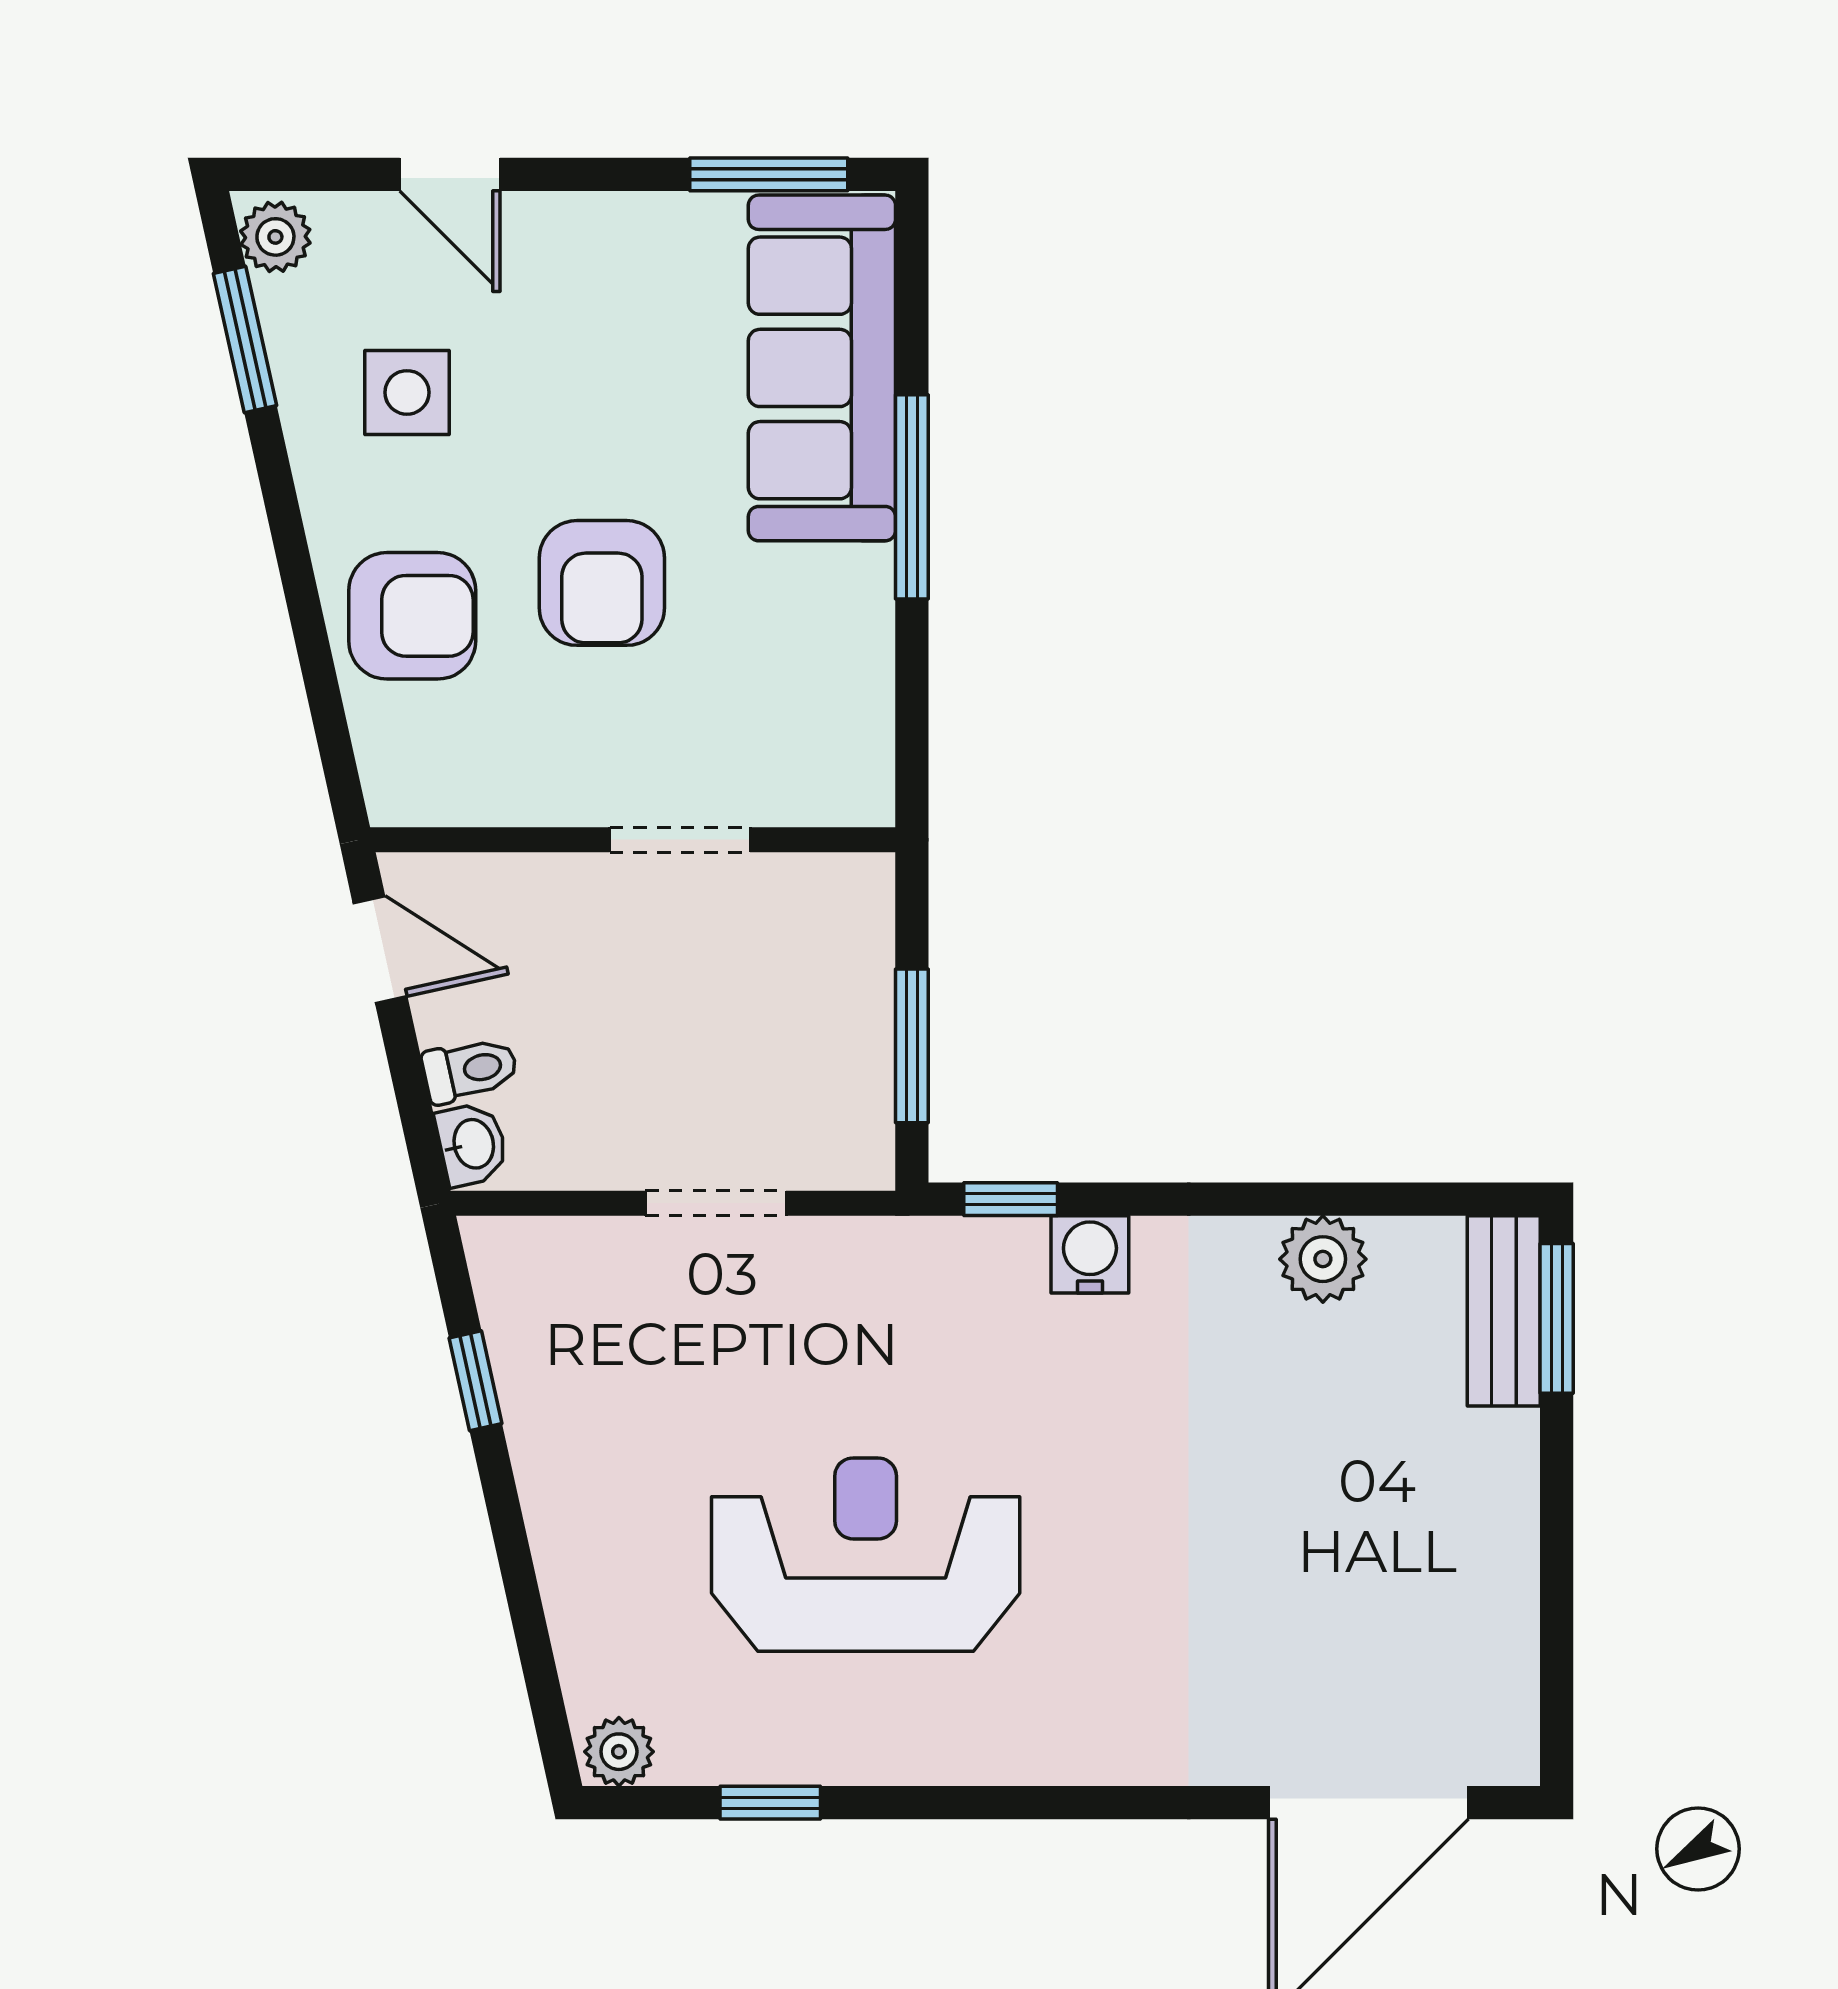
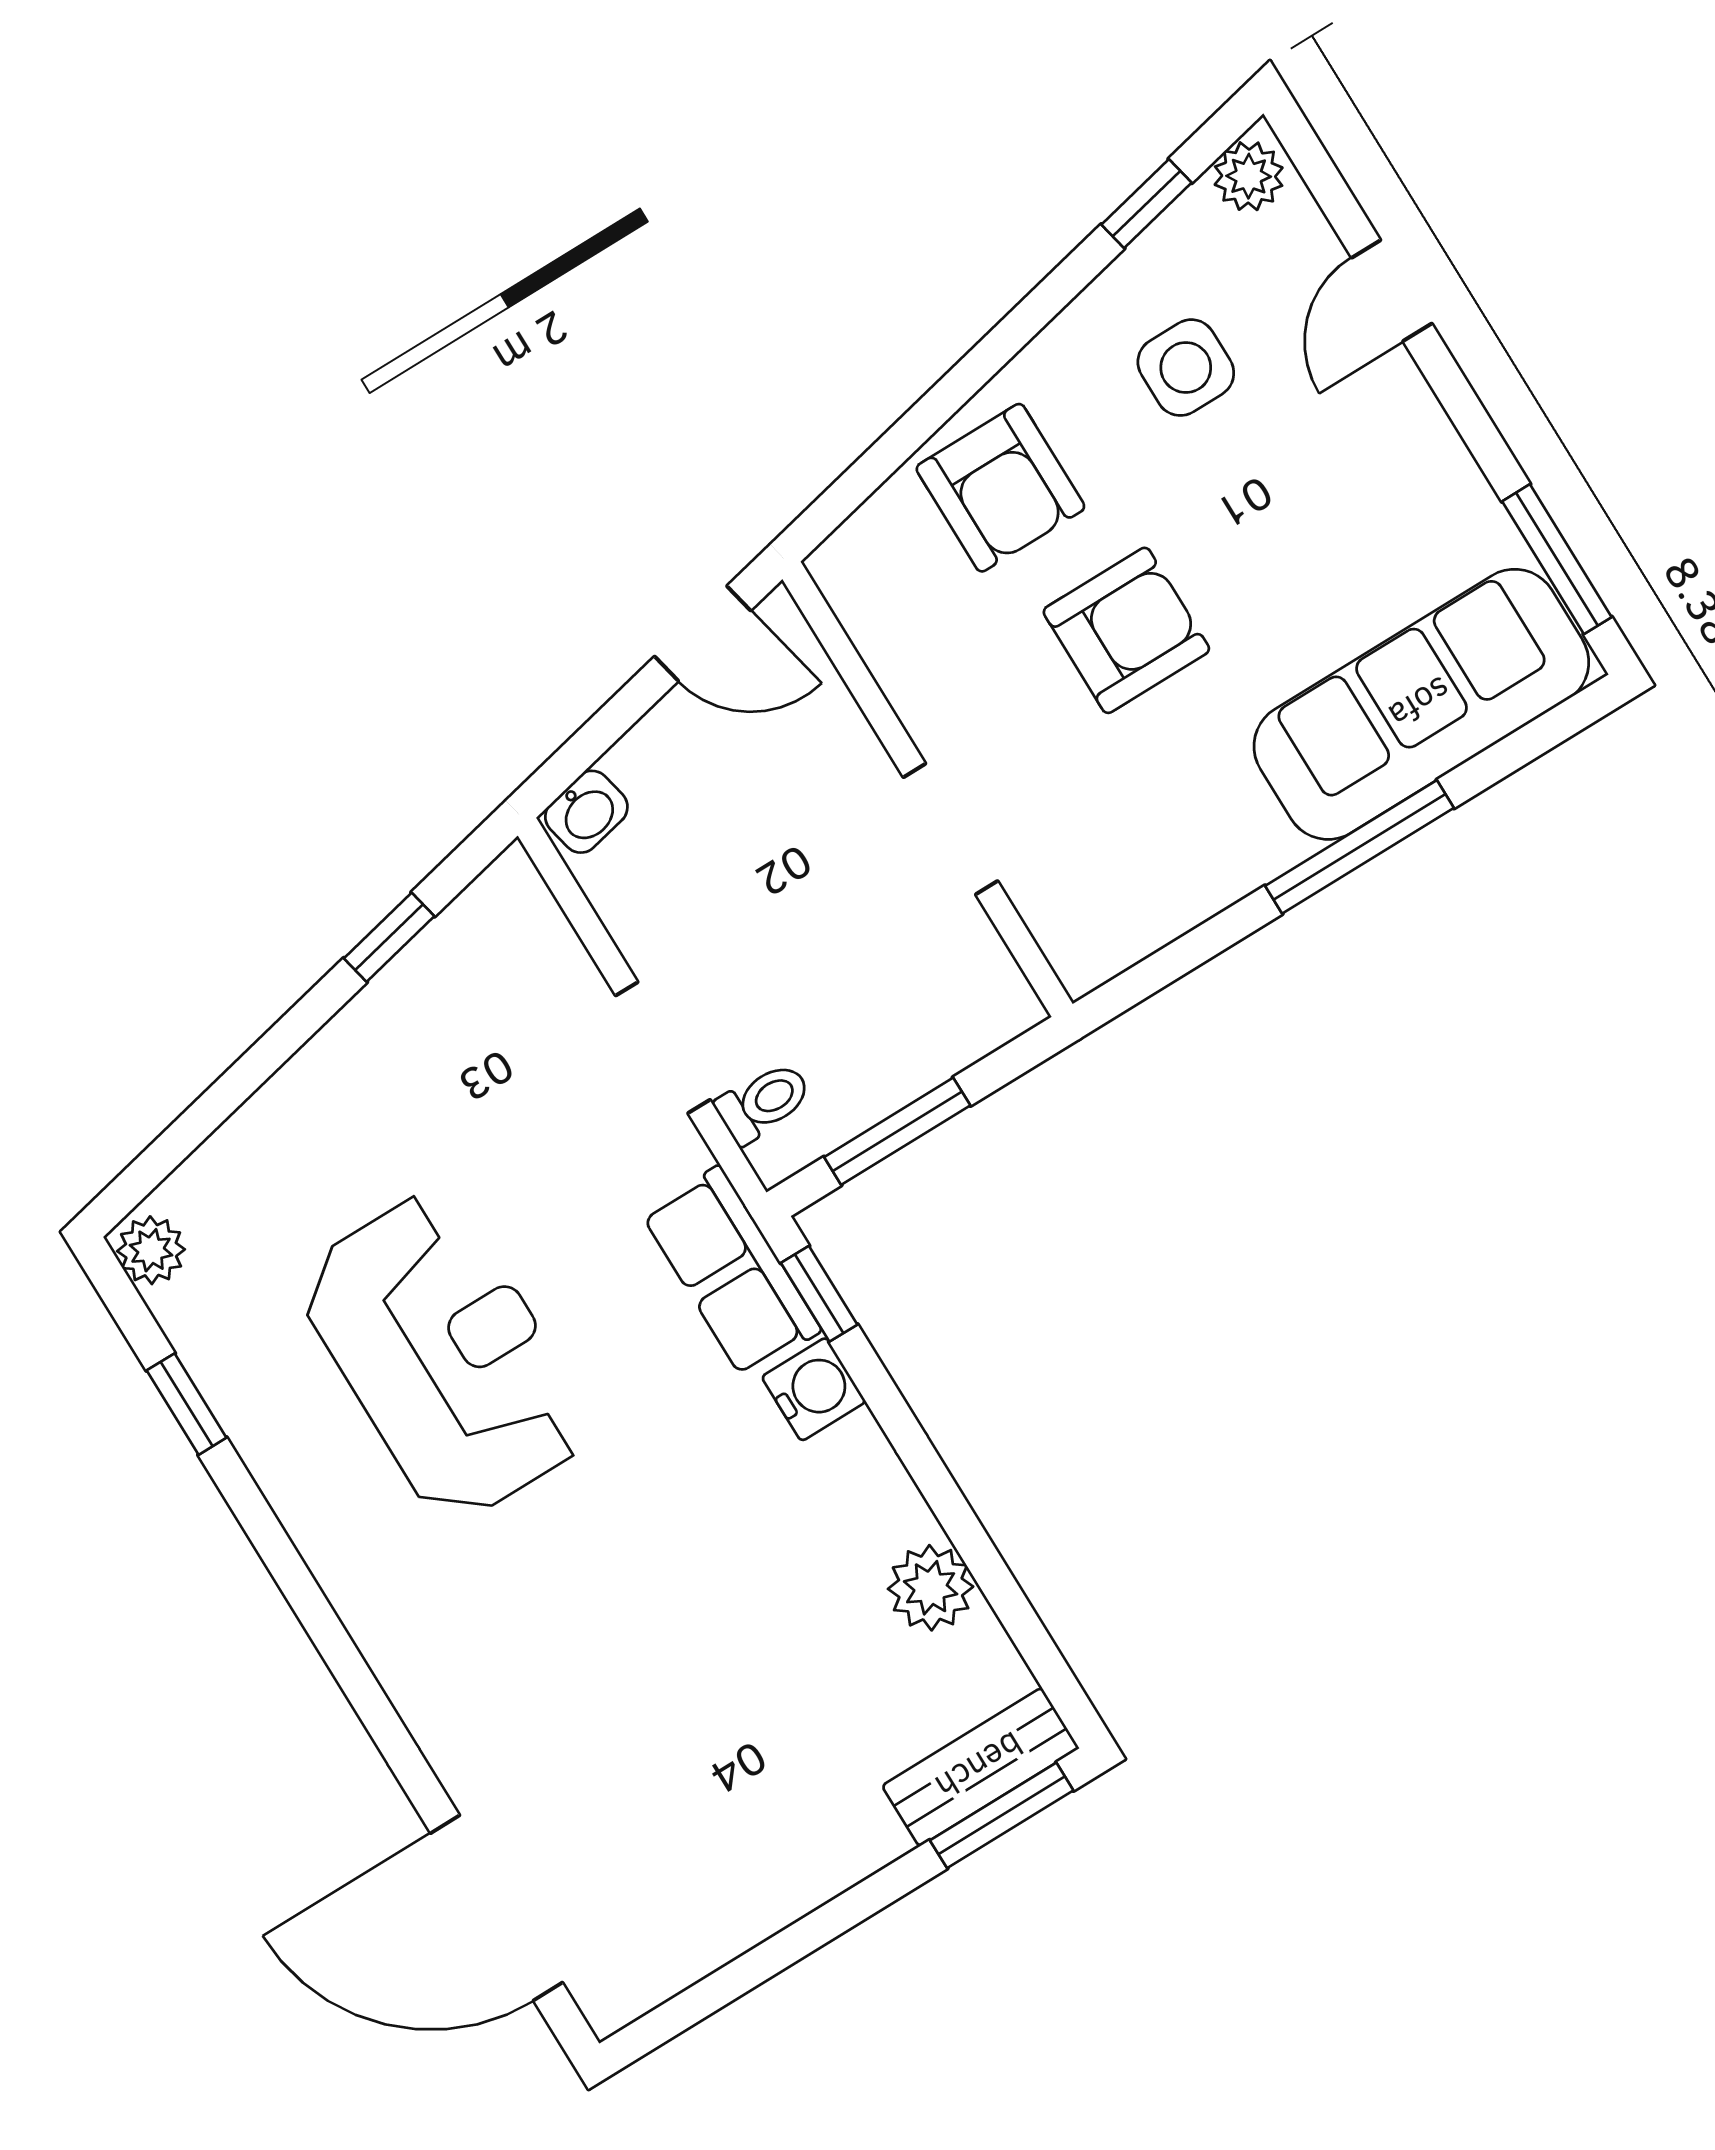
window: (245, 339) -> (1146, 204), width x0.67
armchair: (602, 583) -> (1126, 630), turned 180
door: (380, 950) -> (703, 634), hinge flipped
toilet: (470, 1070) -> (764, 1102), moved, turned -78
row of seats: (945, 1263) -> (731, 1272), added

